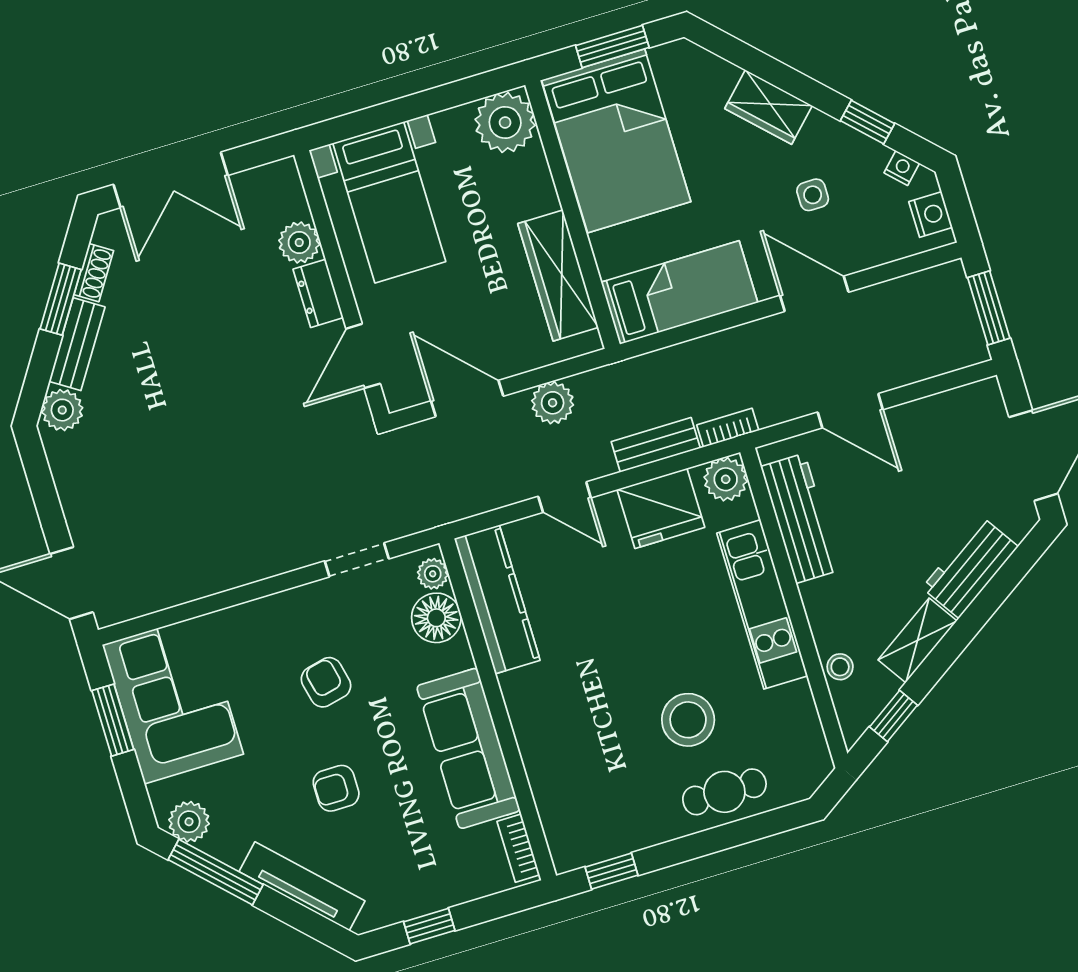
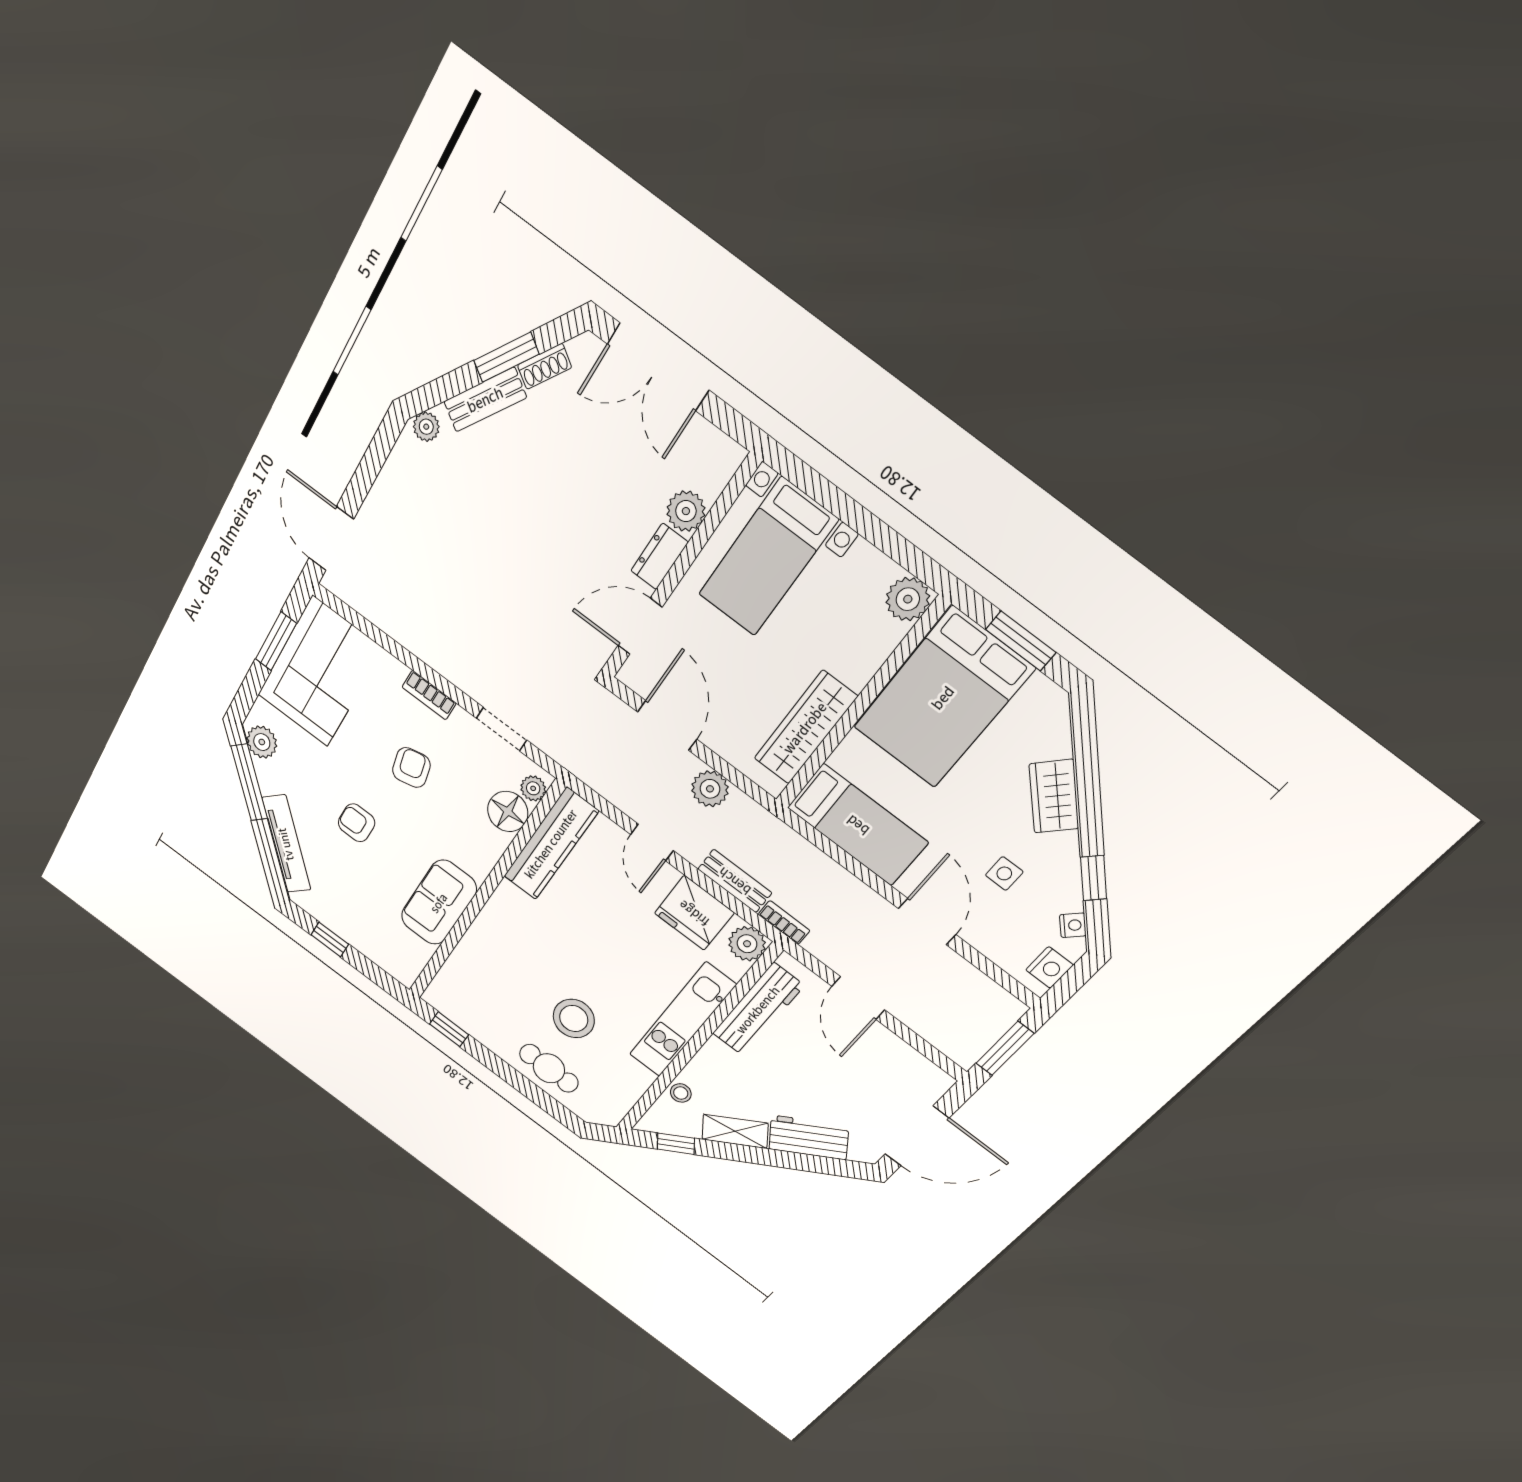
plant: (505, 122) -> (908, 599), width x0.73, depth x0.73
plant: (62, 410) -> (426, 427), width x0.73, depth x0.73
sofa: (468, 748) -> (439, 903), width x0.73
bookcase: (518, 848) -> (429, 695), moved, turned -90

